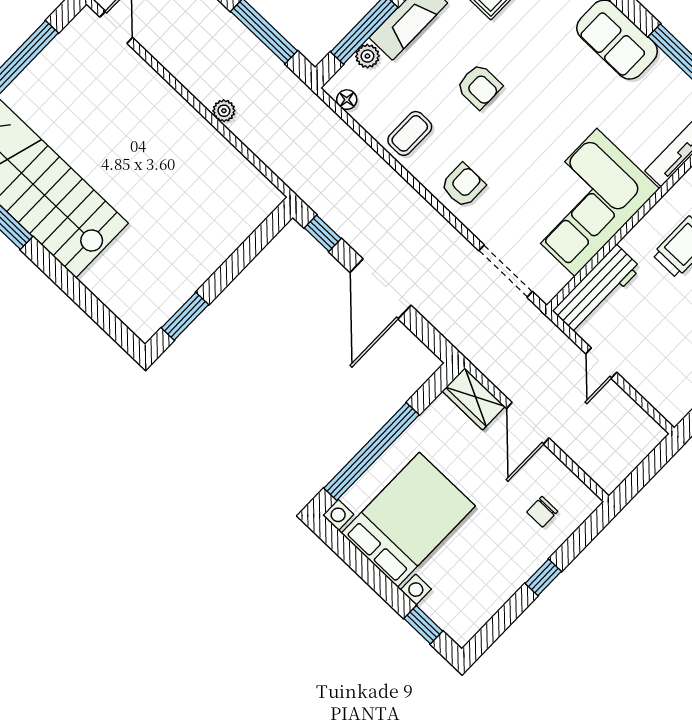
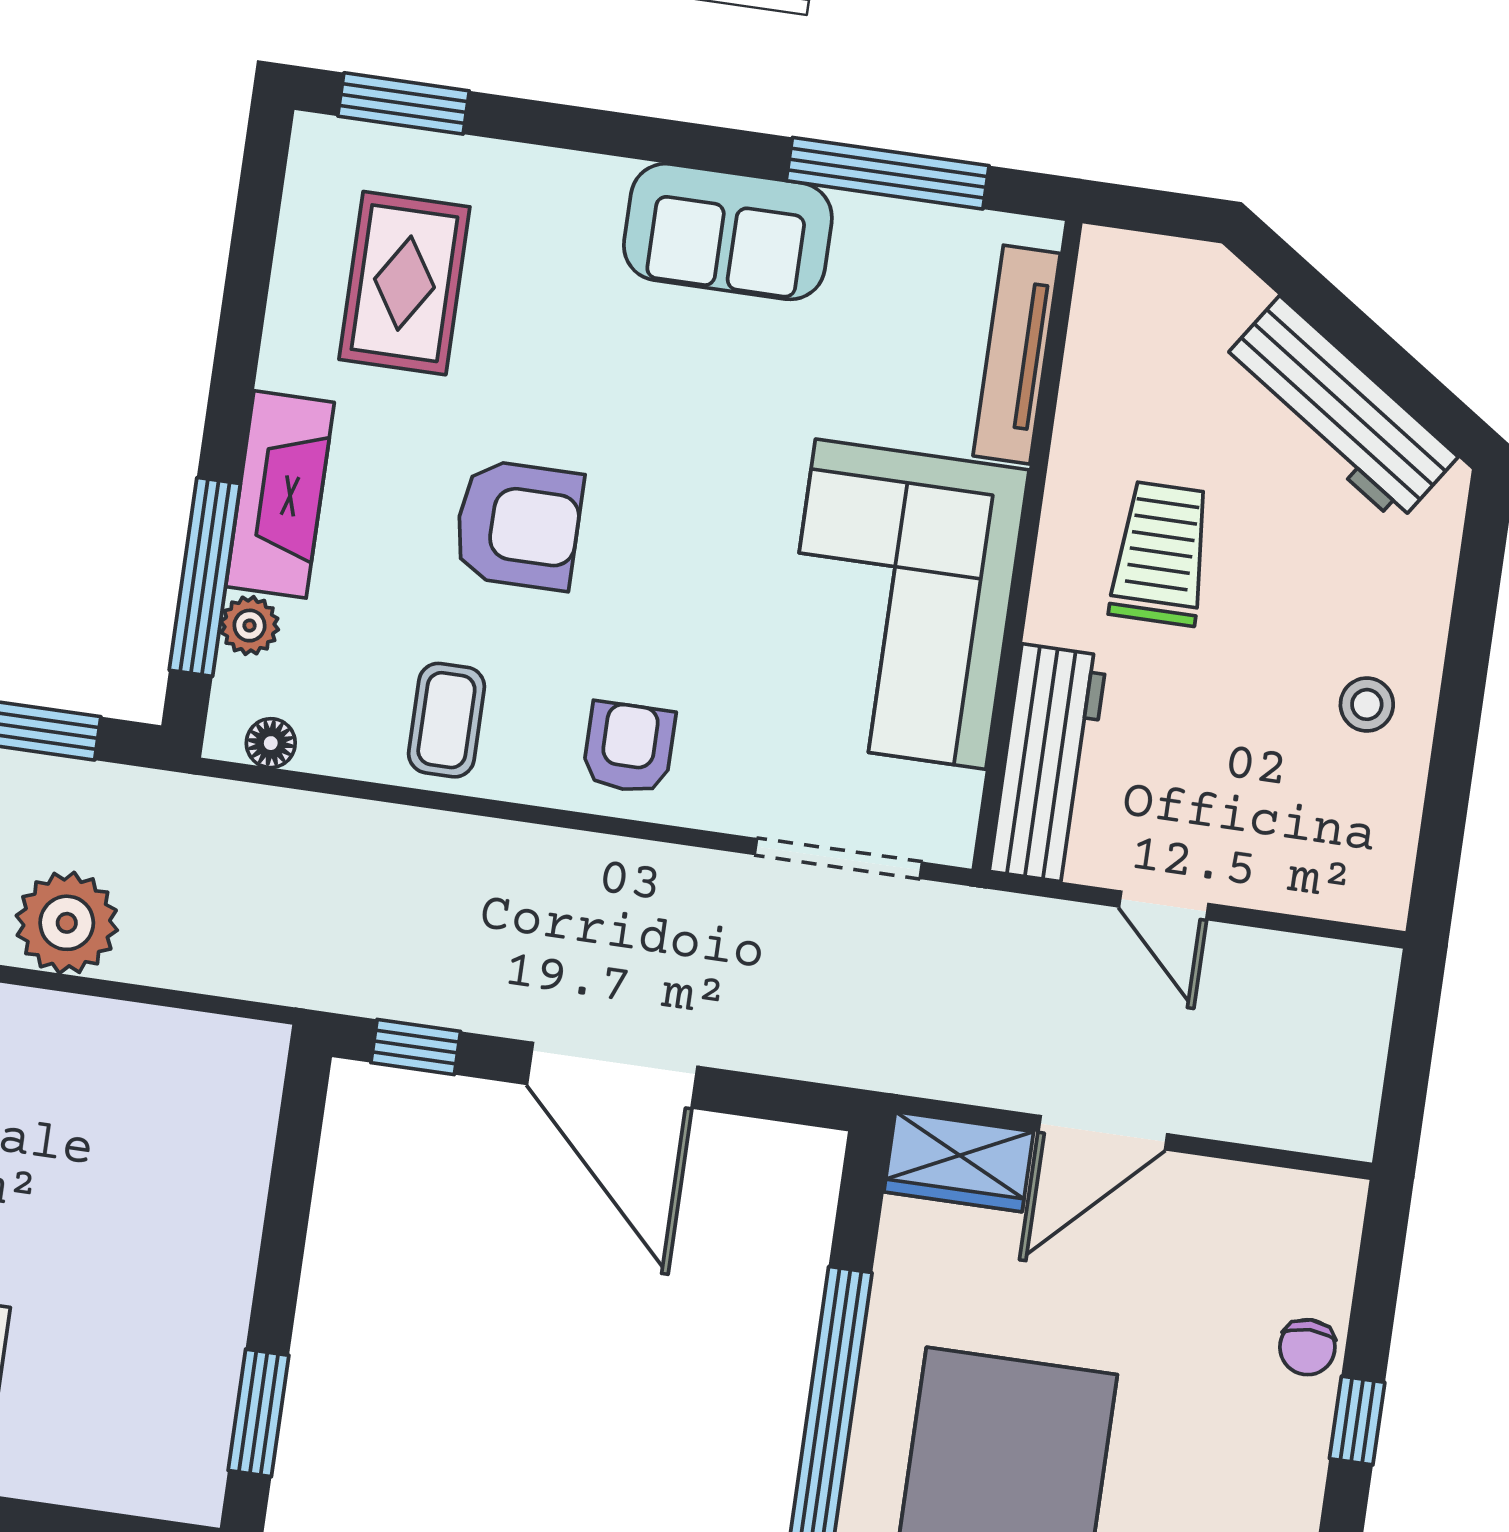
armchair: (479, 86) -> (518, 525), width x1.38, depth x1.38
plant: (224, 111) -> (67, 923), width x1.88, depth x1.88
door: (528, 423) -> (1103, 1133), hinge flipped
chair: (542, 512) -> (1307, 1347), moved

